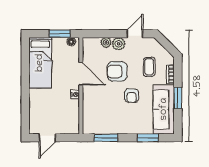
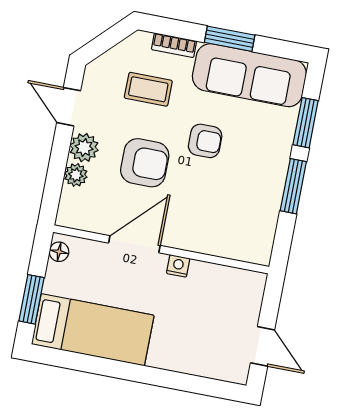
window: (60, 34) -> (32, 299), moved
armchair: (117, 71) -> (145, 163), turned -90
window: (106, 138) -> (293, 186), moved

